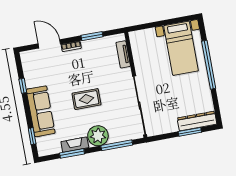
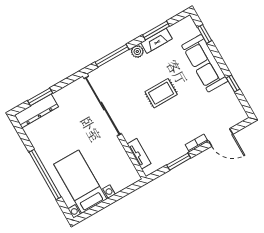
plant: (98, 136) -> (137, 52), width x0.53, depth x0.53

